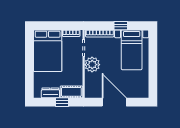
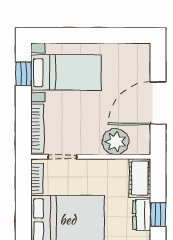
window: (121, 26) -> (23, 74), moved
plant: (92, 65) -> (116, 142), moved
window: (62, 102) -> (158, 215), moved

